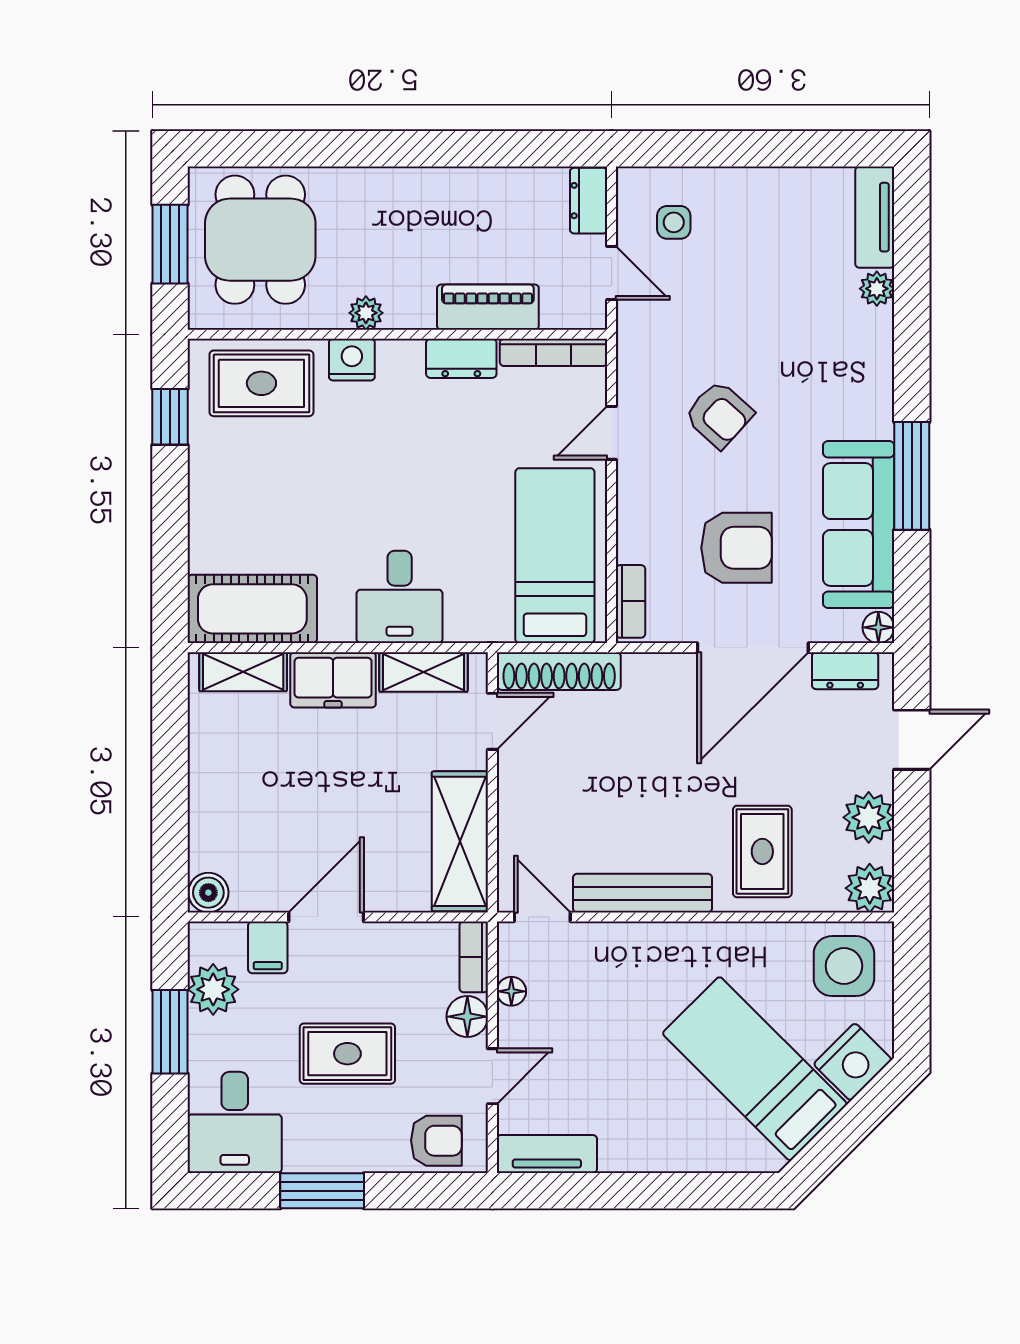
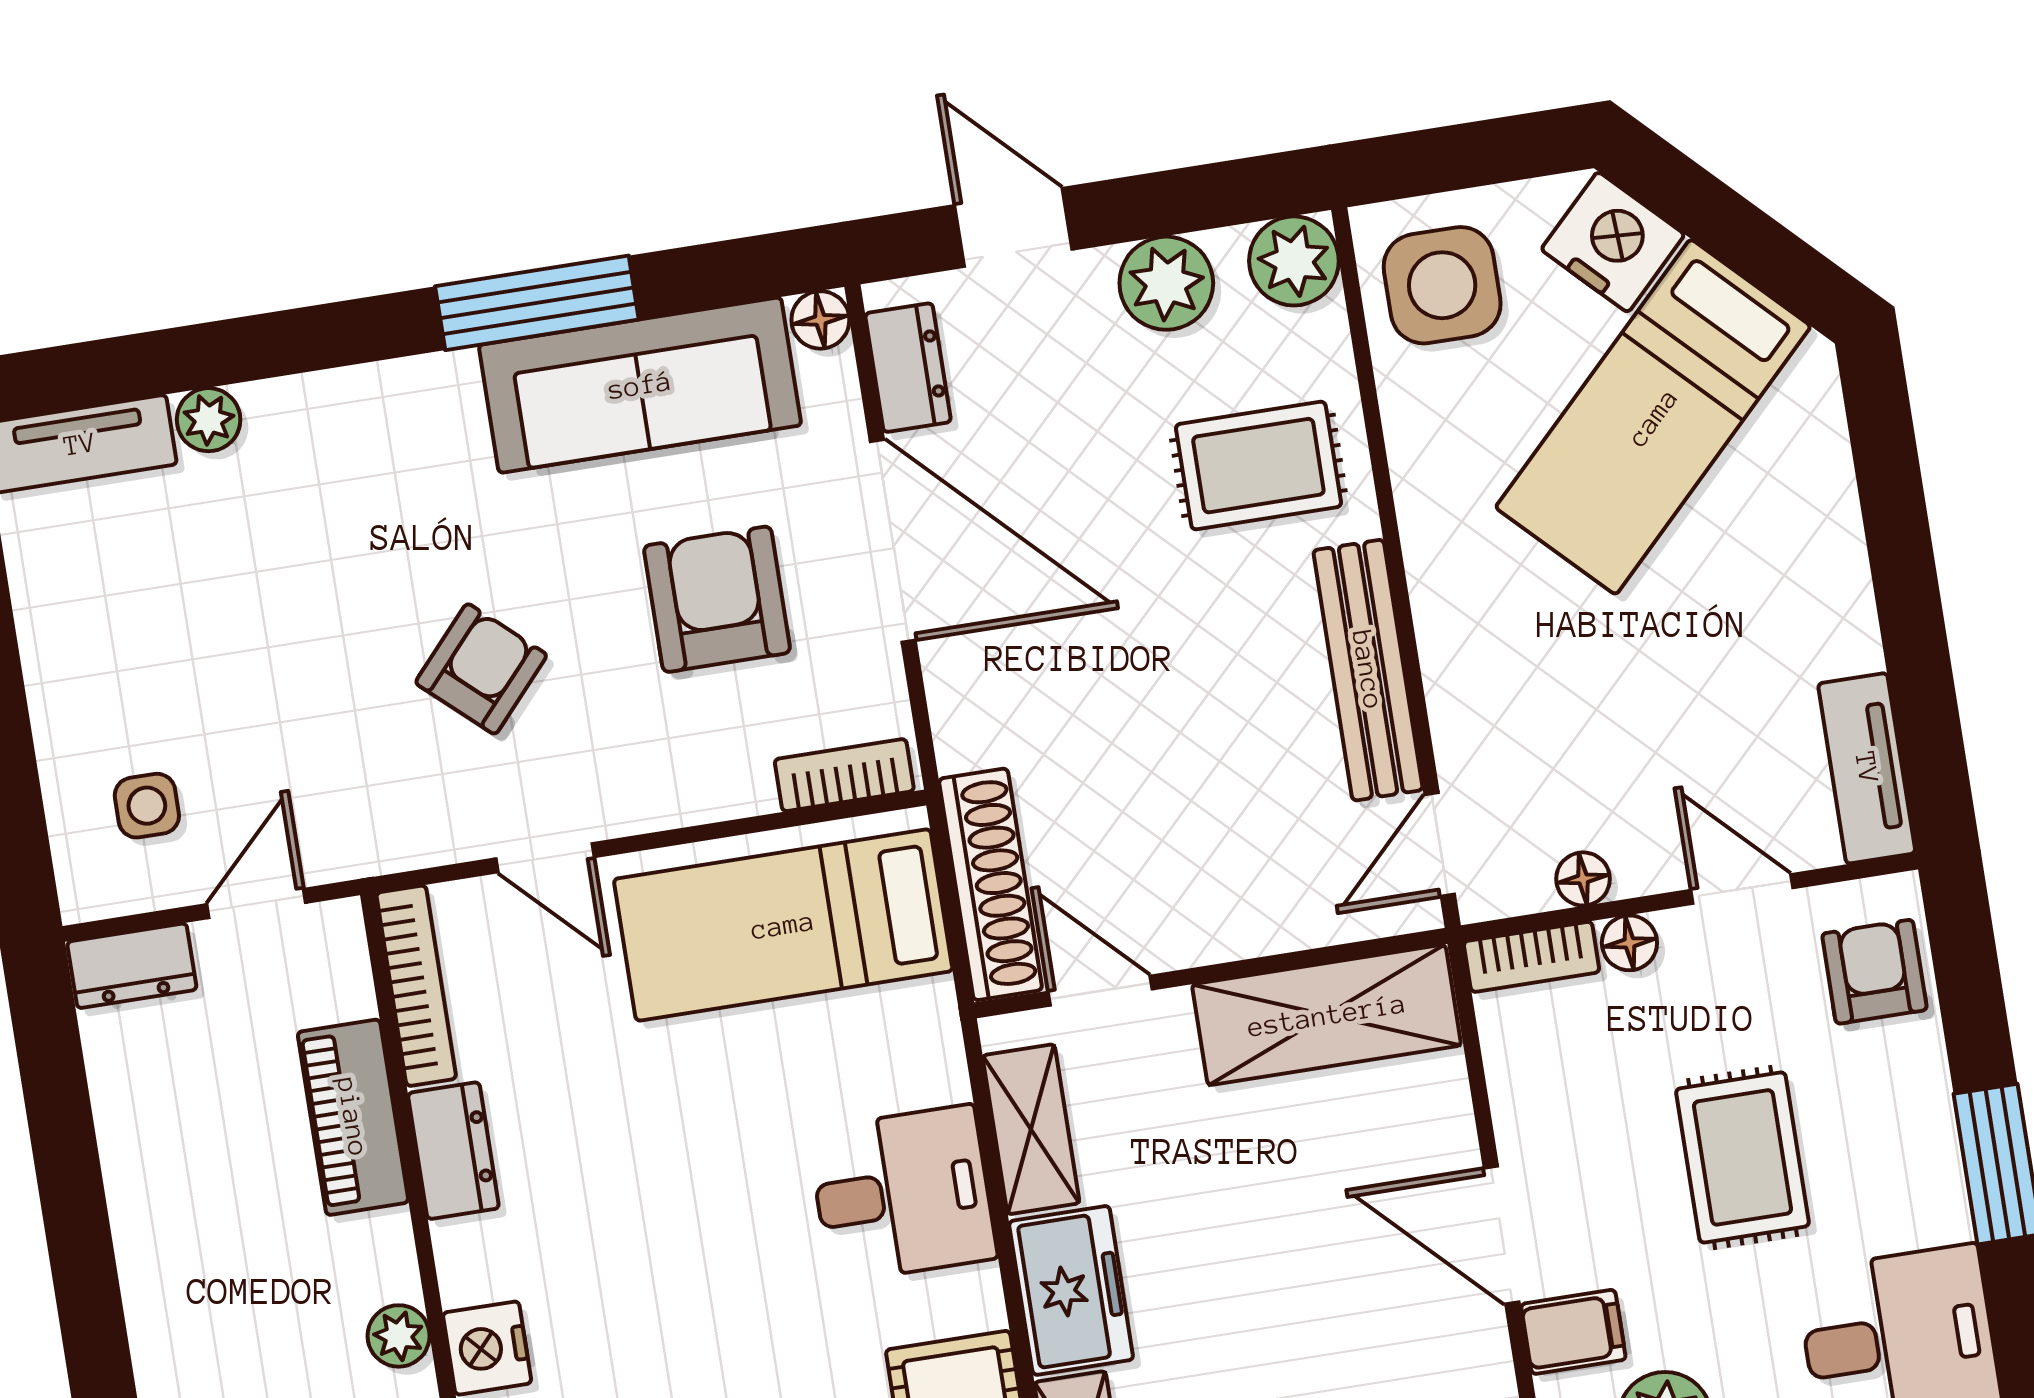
floor lamp: (467, 1017) -> (1629, 943), width x0.73, depth x0.73

